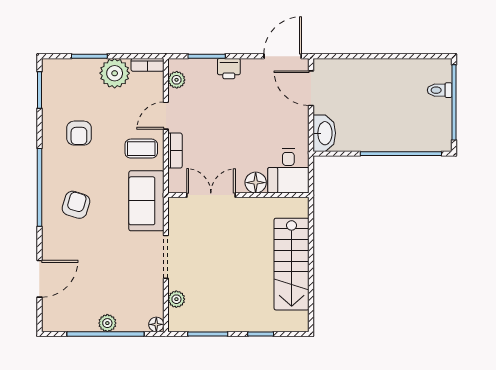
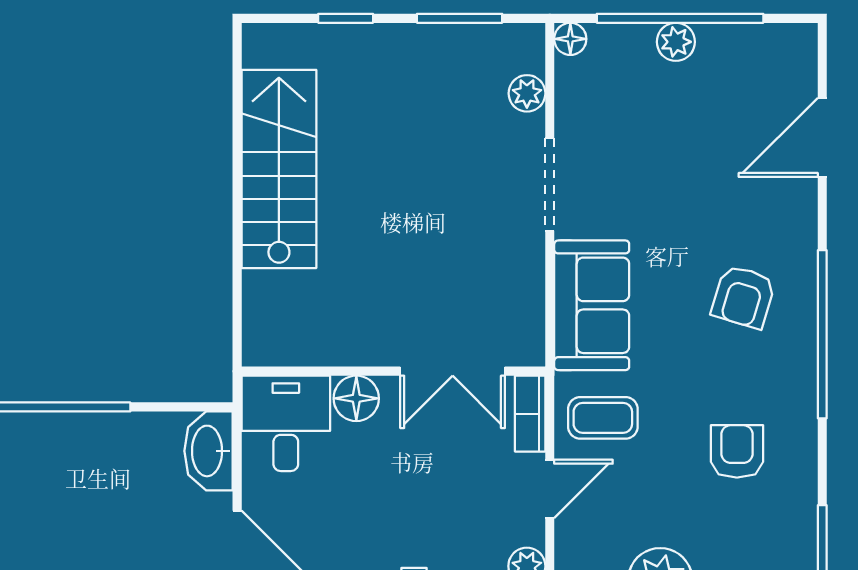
desk: (288, 171) -> (286, 423), moved
floor lamp: (256, 183) -> (356, 398), moved
double door: (211, 195) -> (453, 371), moved
wall: (238, 195) -> (393, 371), moved

